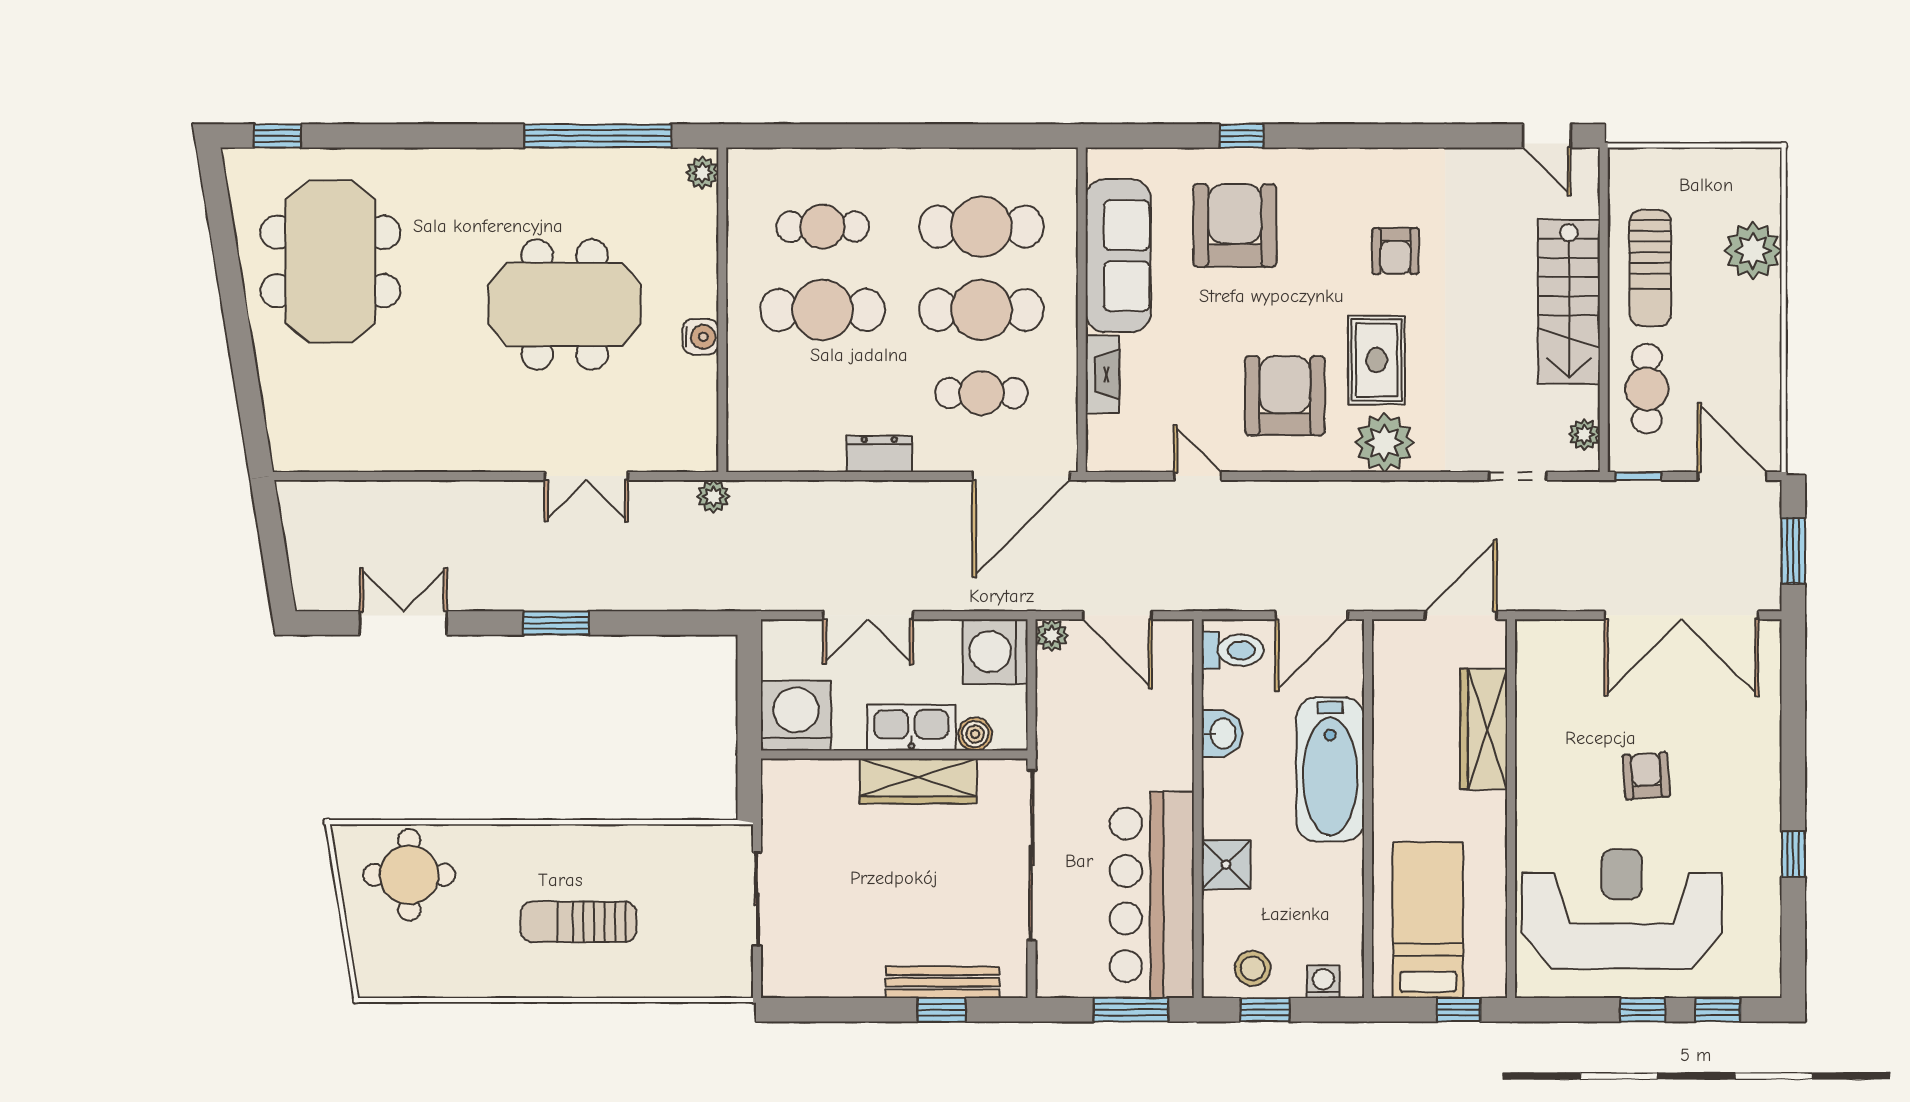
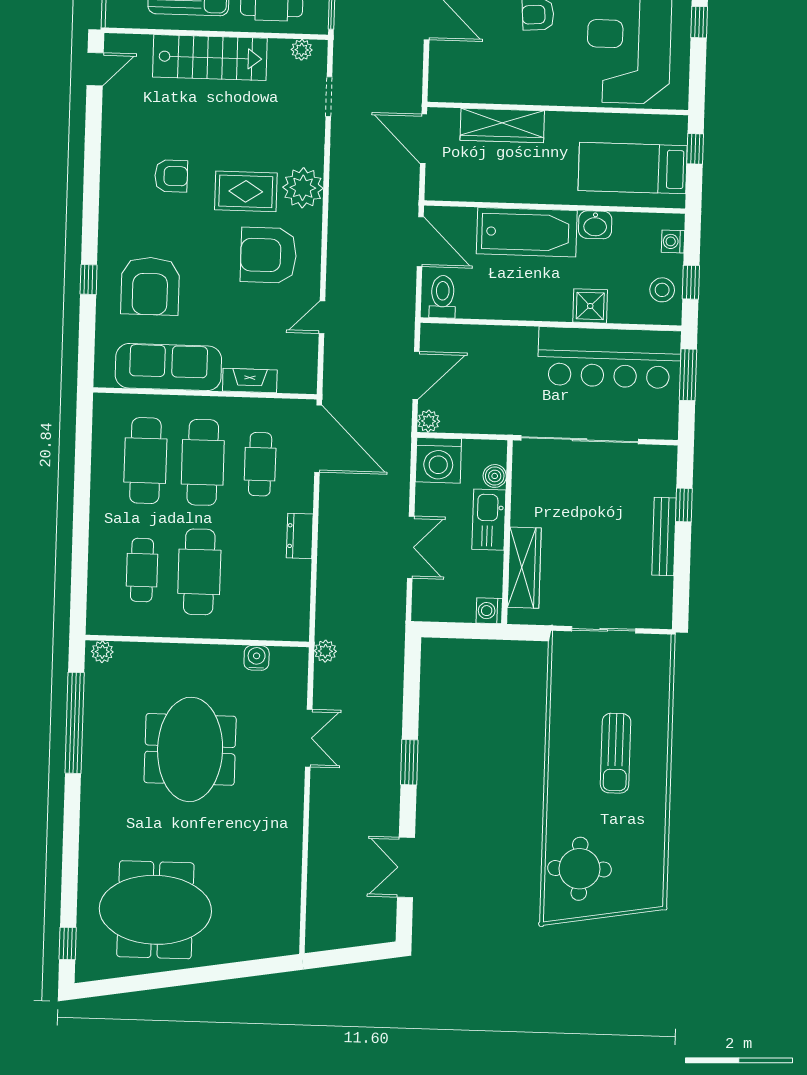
armchair: (1235, 225) -> (150, 286), turned -90
water cooler: (700, 337) -> (257, 658), moved
washing machine: (796, 716) -> (489, 611), width x0.53, depth x0.53
washbasin: (1222, 734) -> (595, 225), moved, turned 180
wardrobe: (918, 781) -> (524, 568), moved
bench: (943, 982) -> (664, 537), moved

